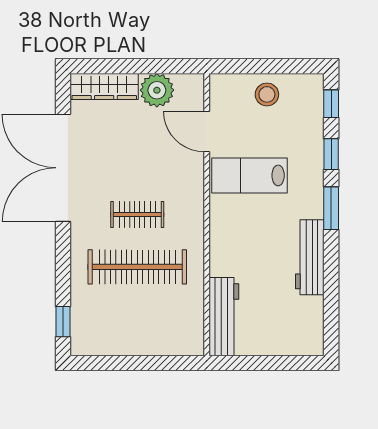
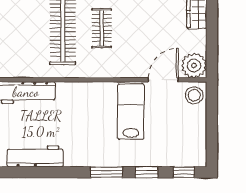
plant: (157, 90) -> (194, 65), moved
stool: (267, 94) -> (194, 95), moved
workbench: (310, 257) -> (35, 156), moved

